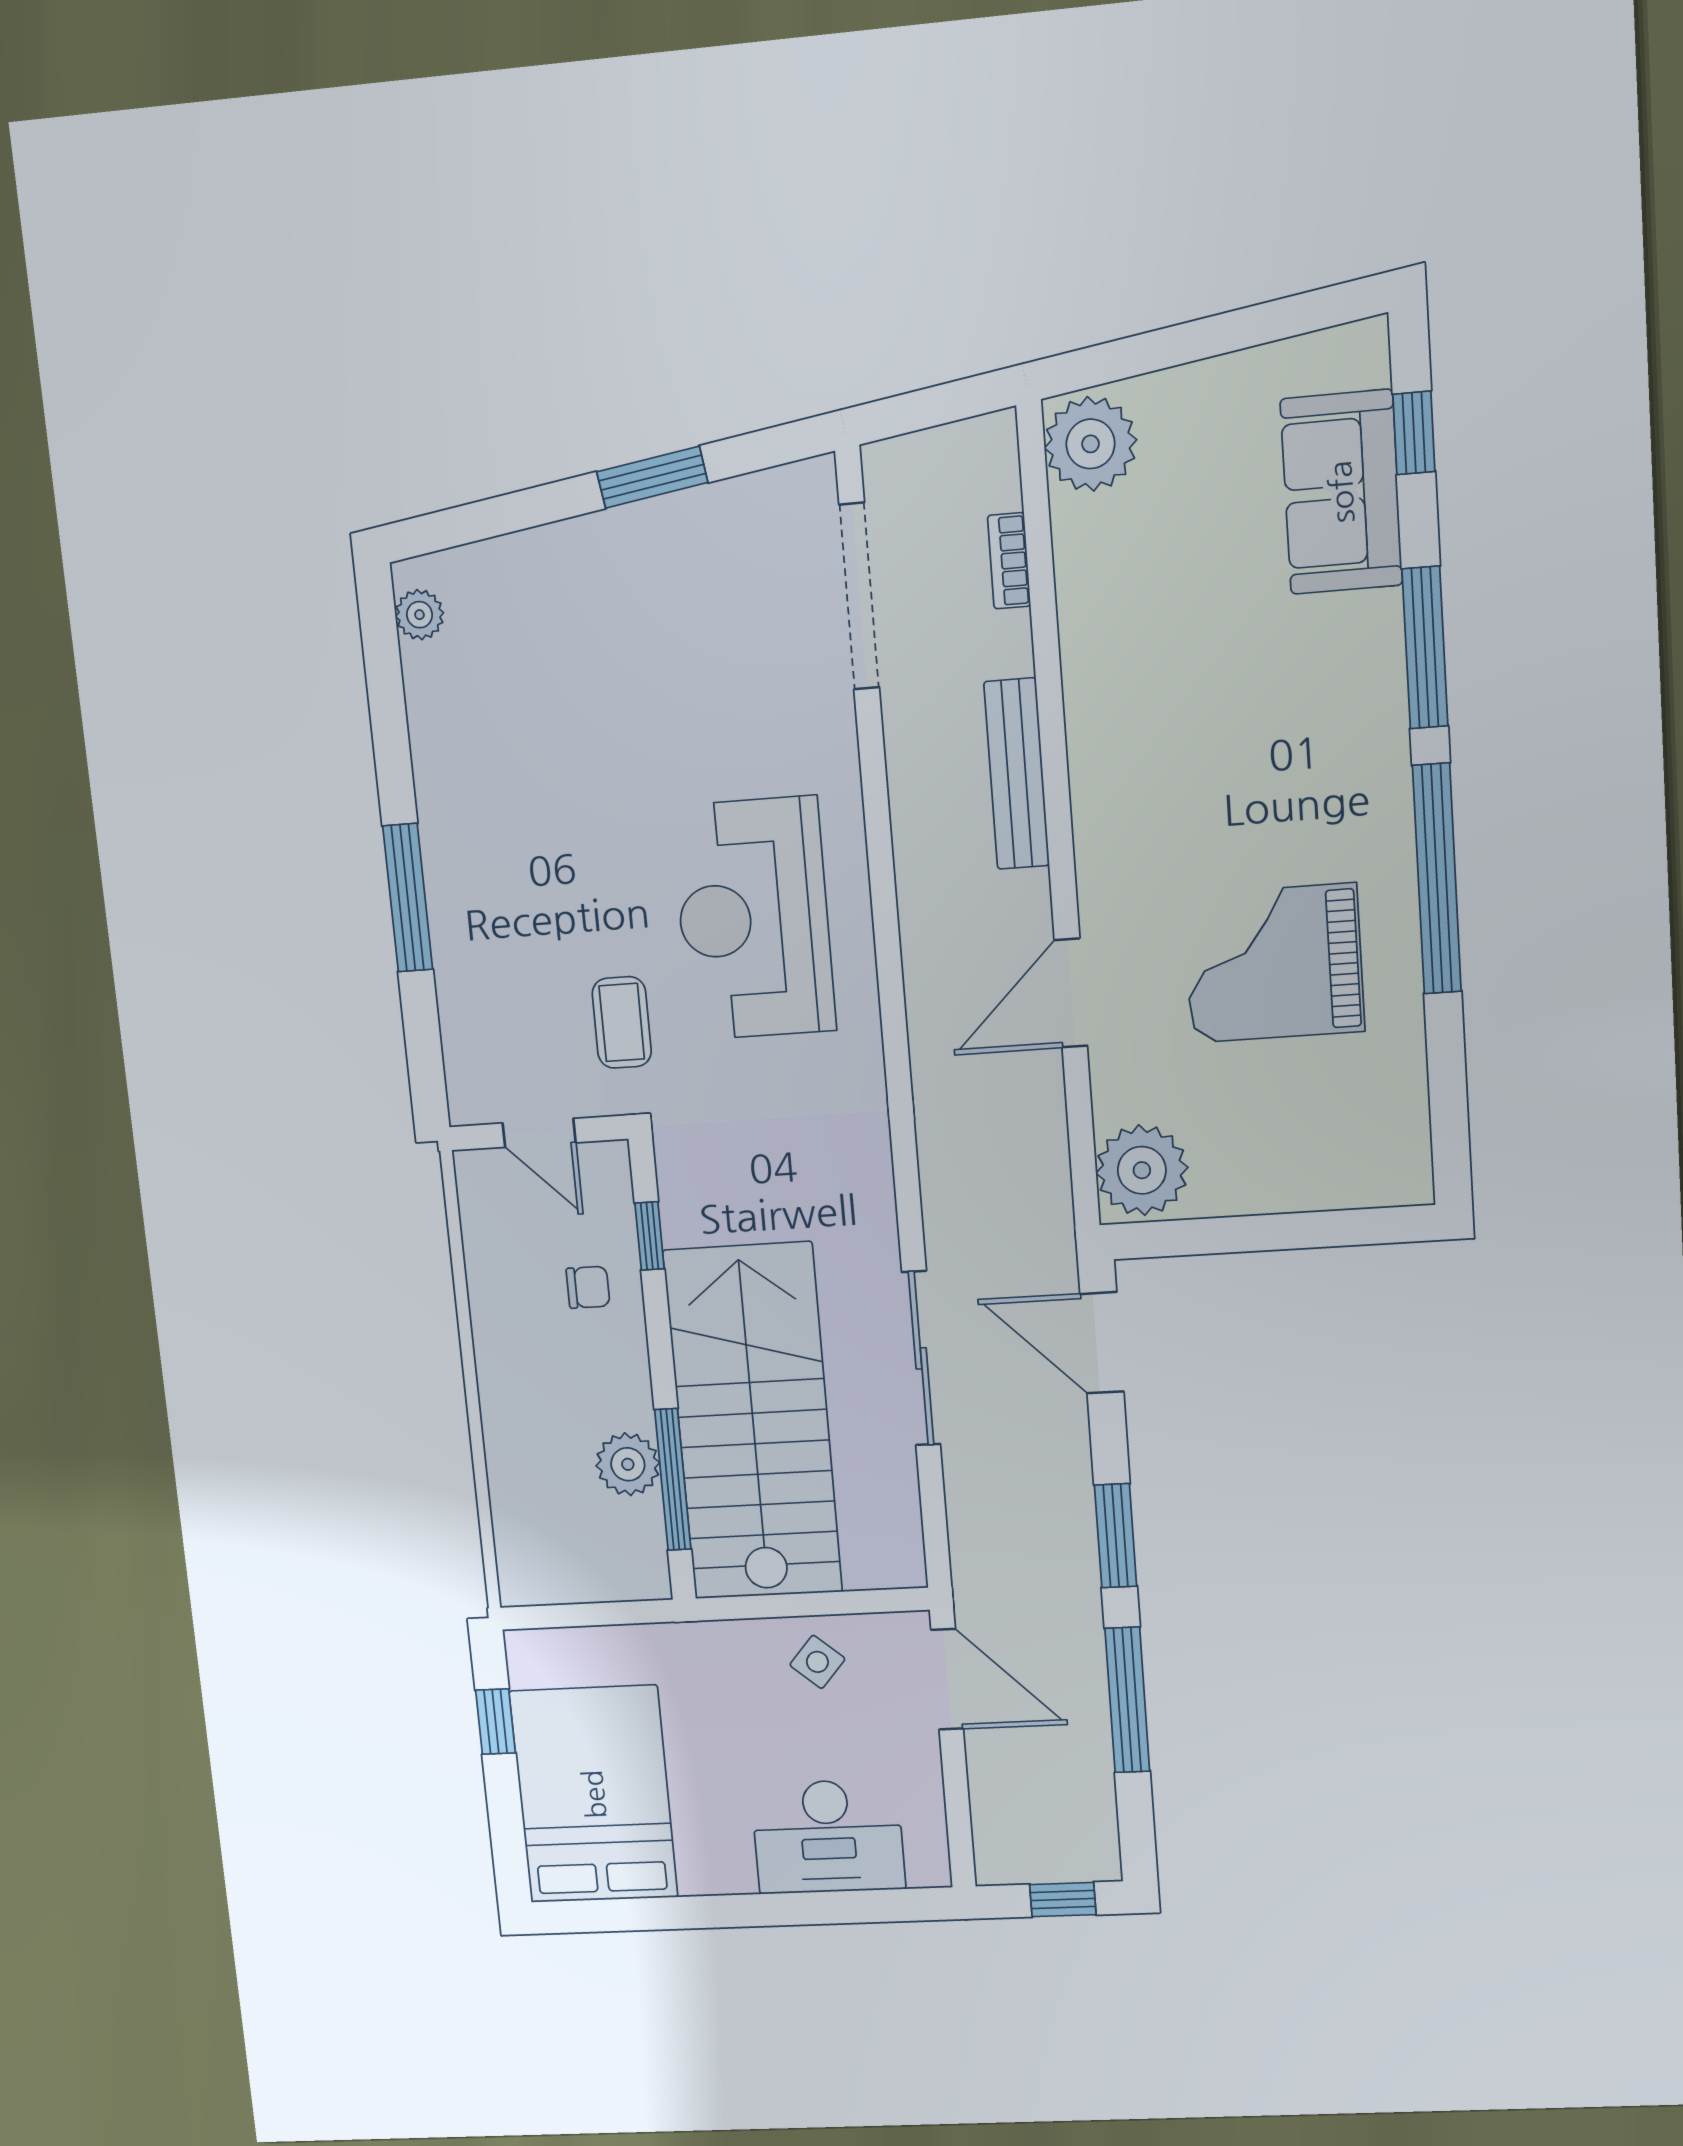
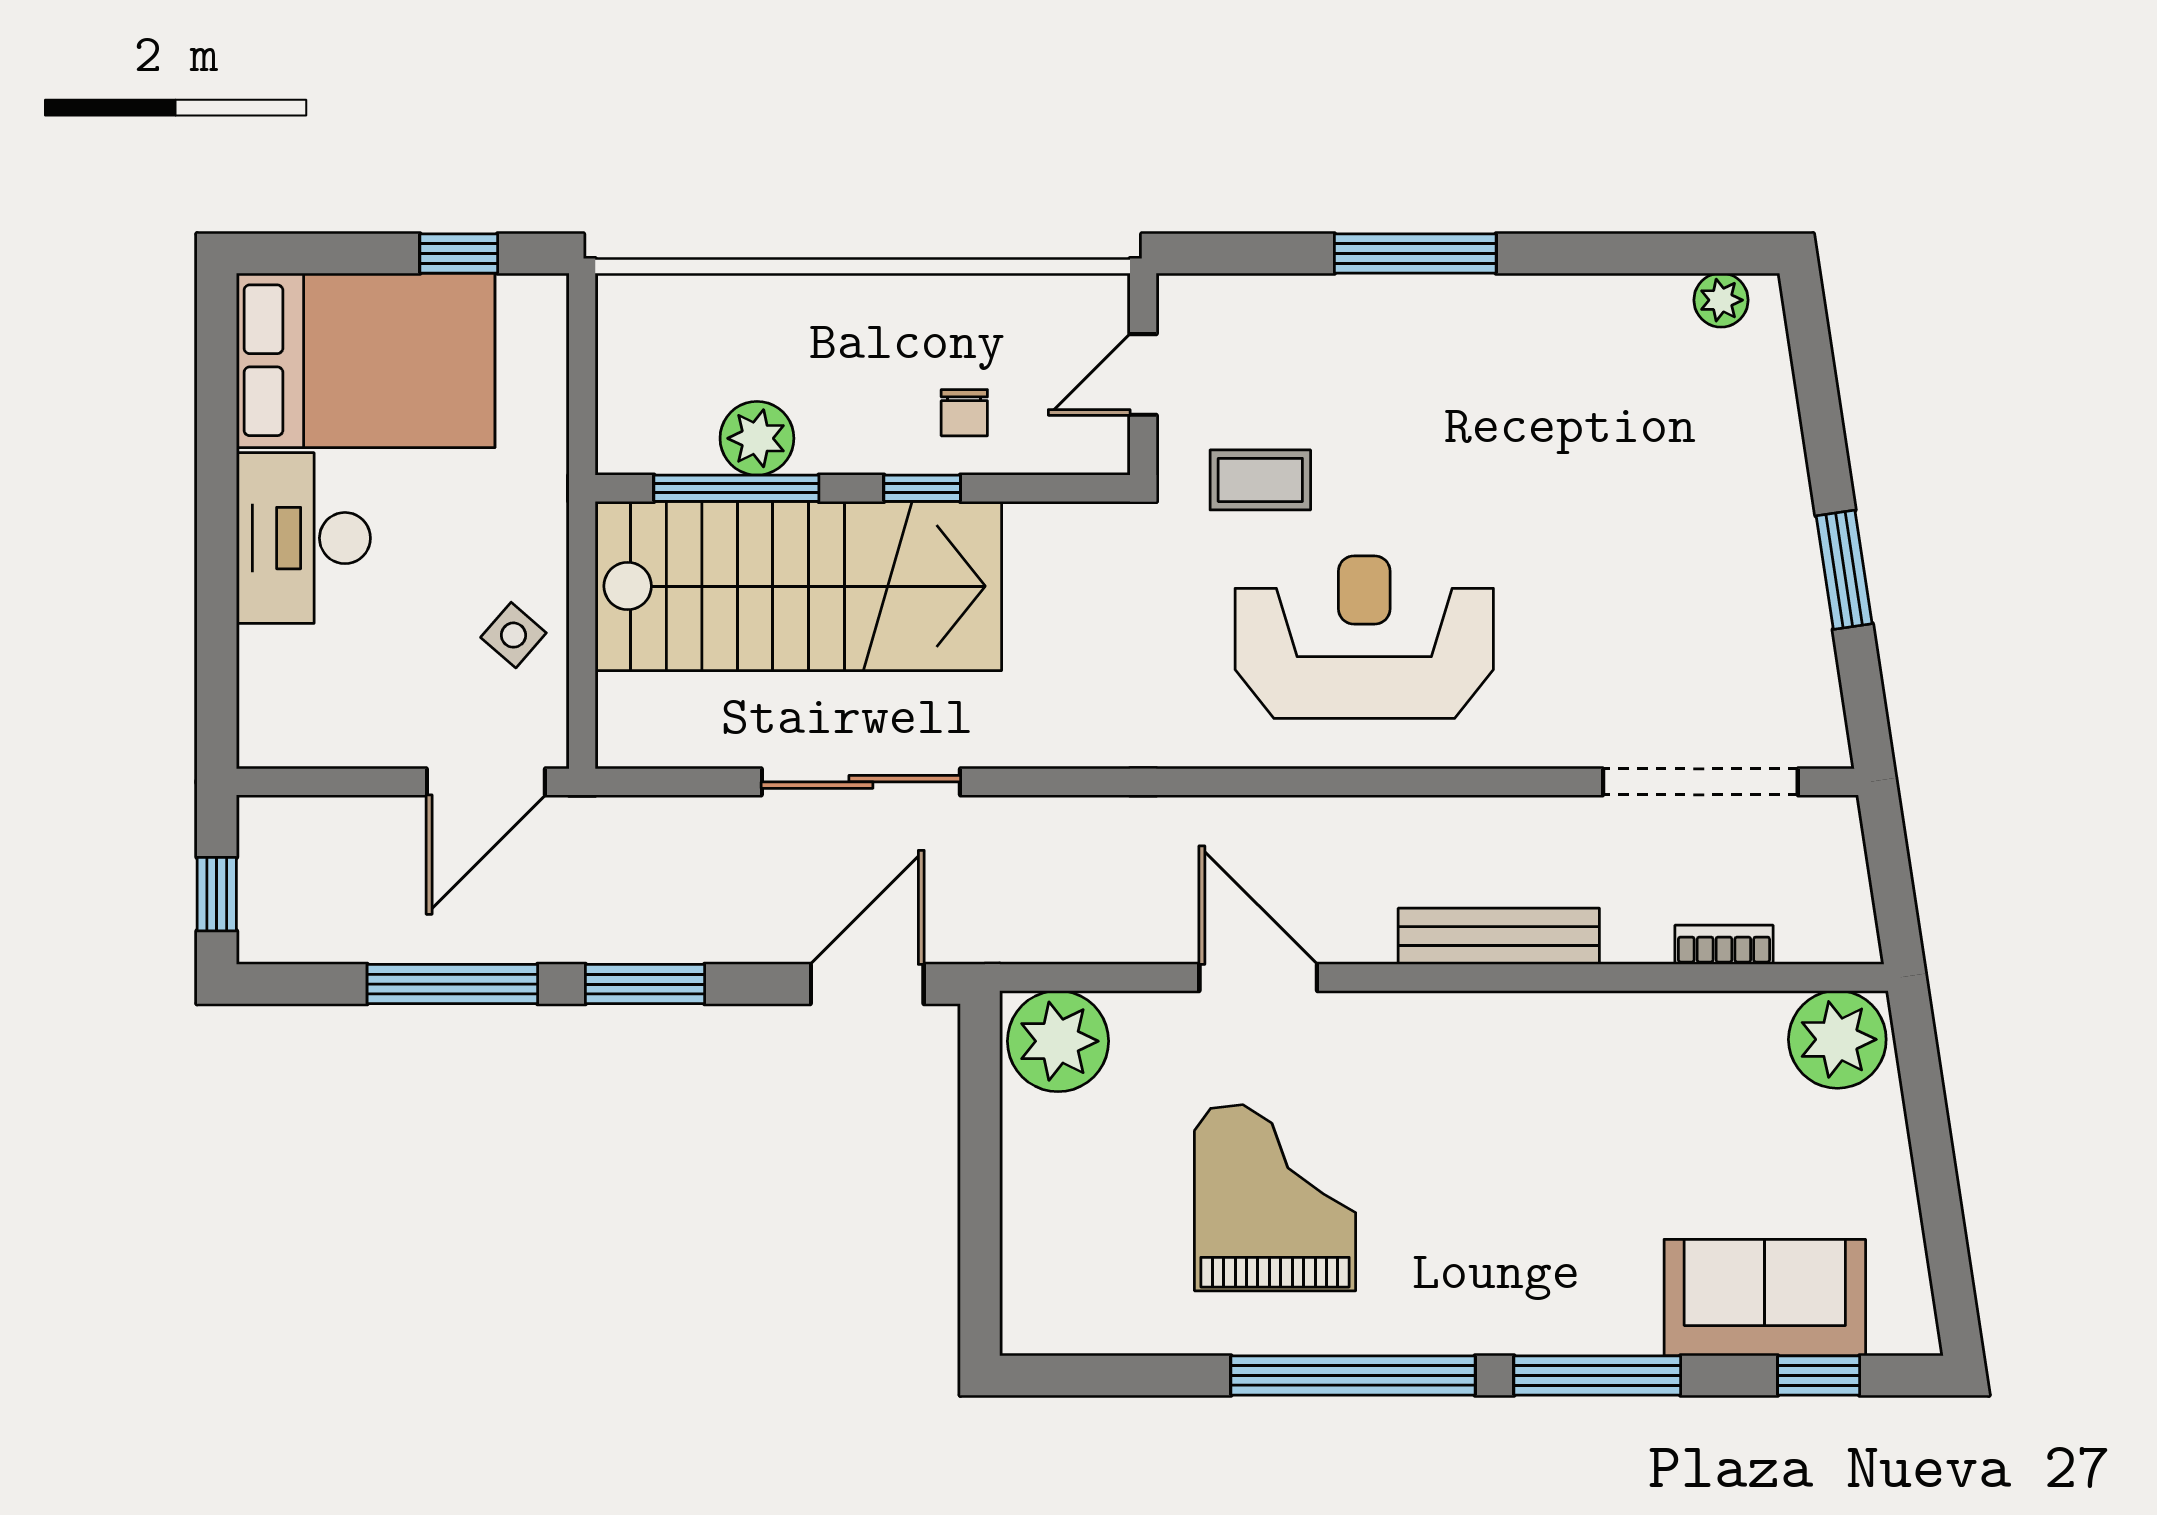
window: (650, 1236) -> (922, 488), moved
desk: (828, 1837) -> (303, 538), moved

